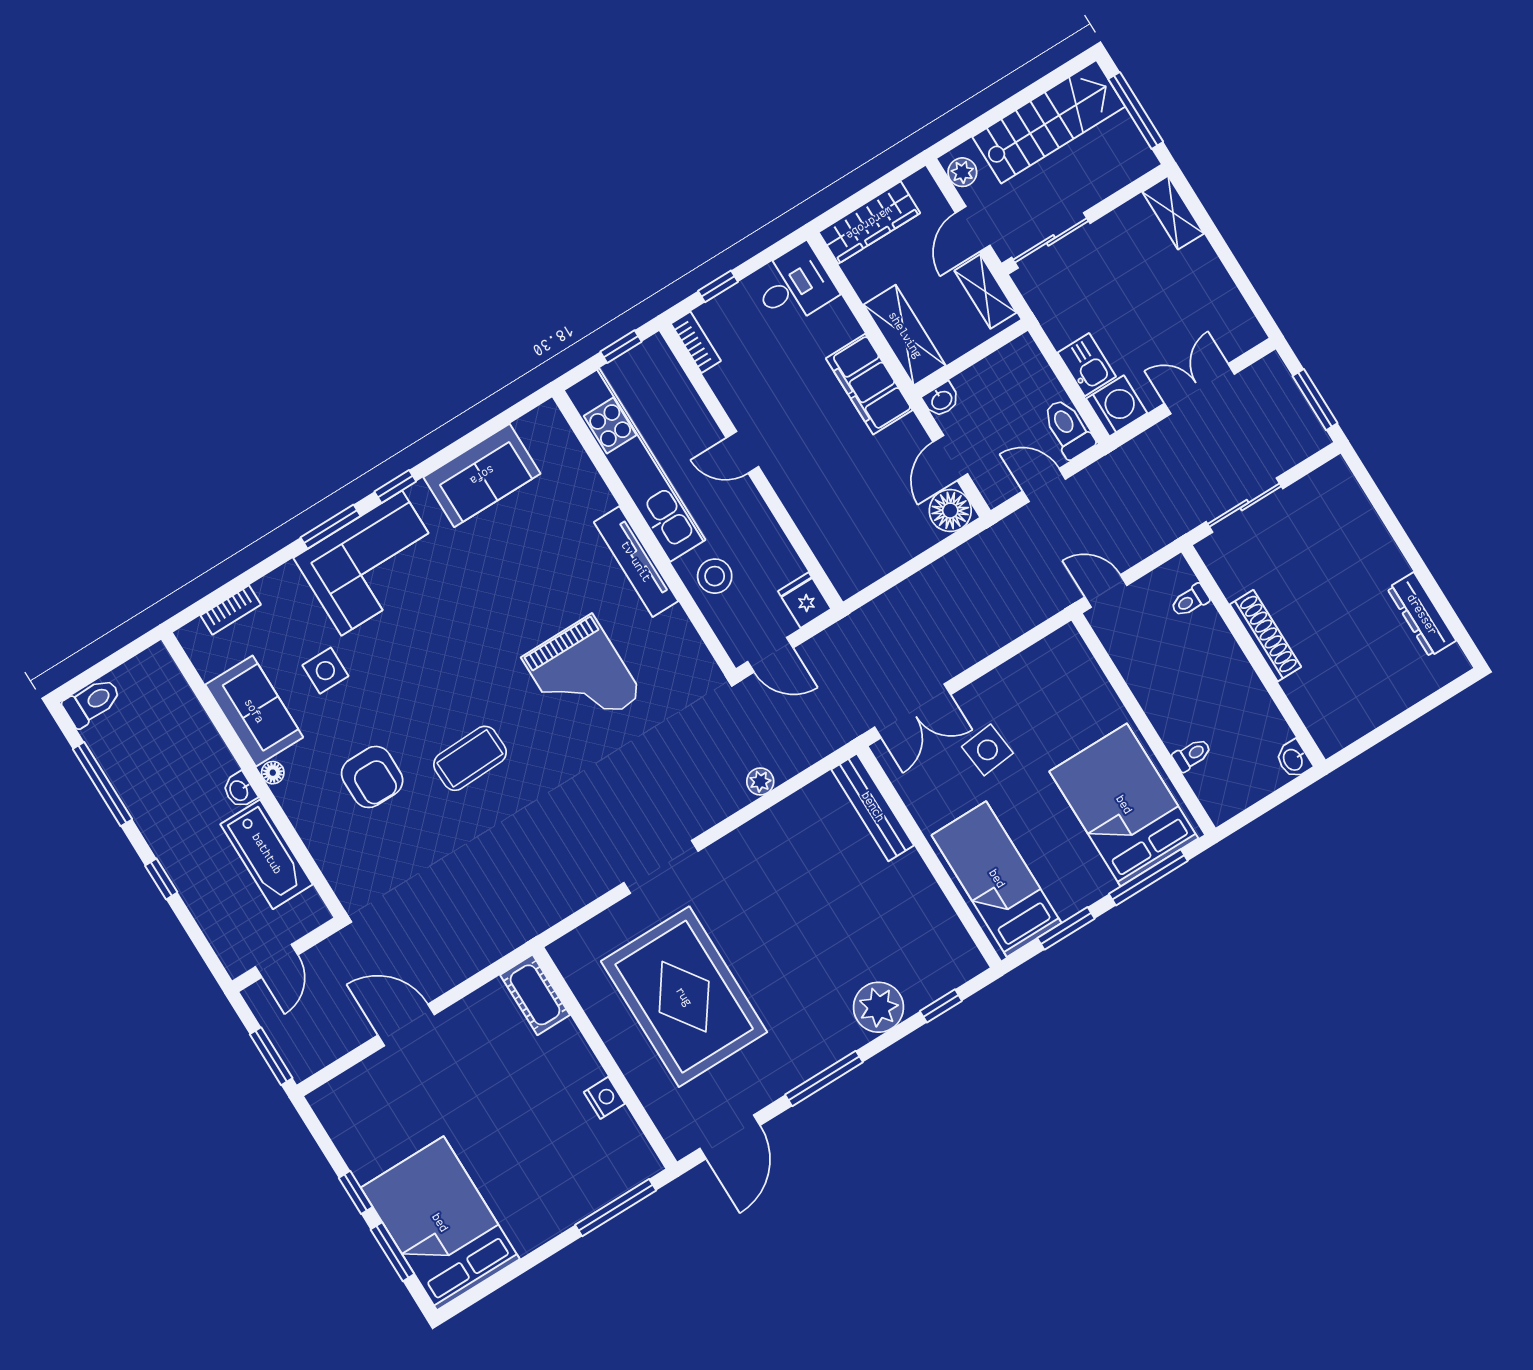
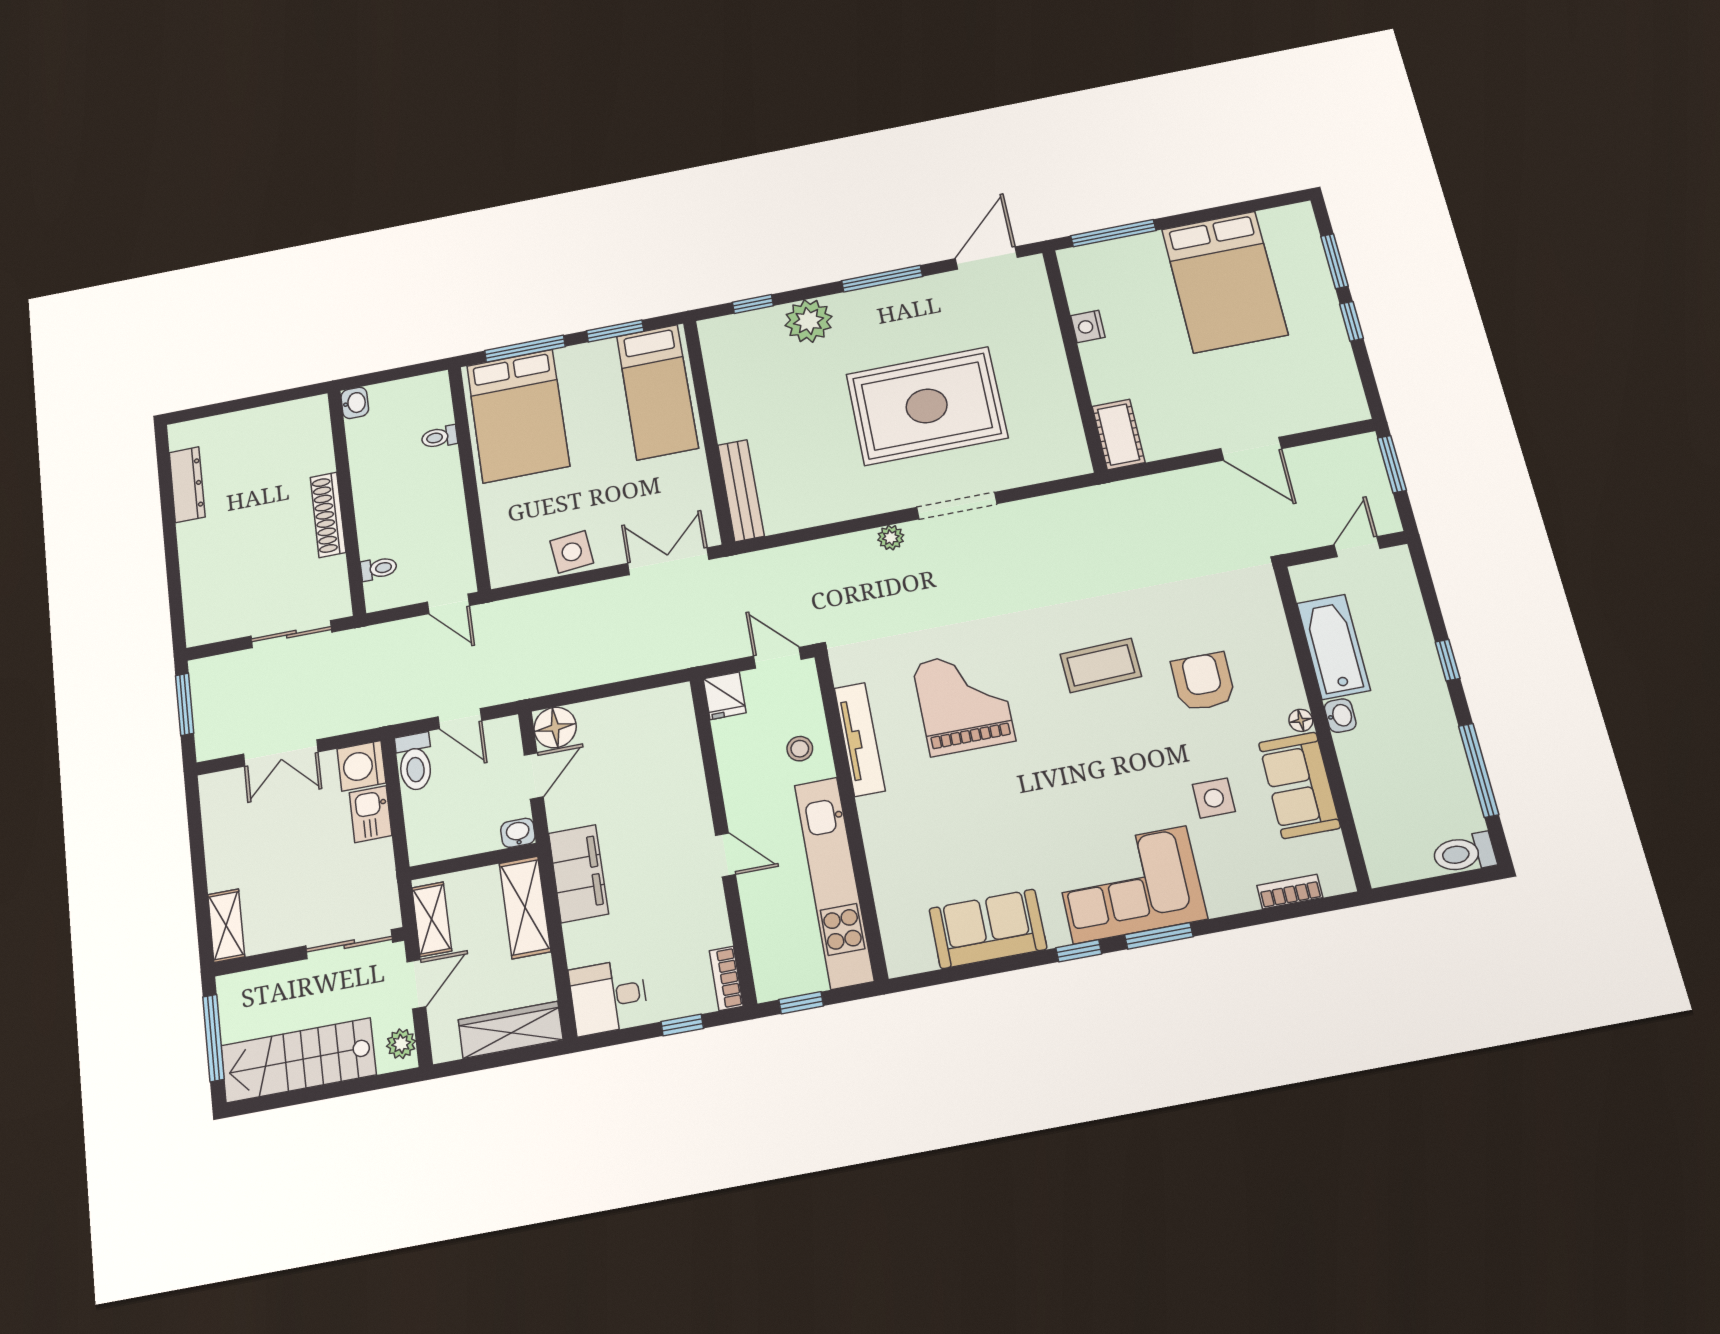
tv unit: (636, 562) -> (860, 739), moved
stool: (715, 576) -> (800, 749), width x0.73, depth x0.73
side table: (987, 750) -> (572, 552), moved
plant: (760, 781) -> (891, 538), moved
rug: (684, 997) -> (927, 406), moved, turned 90
bed: (440, 1223) -> (1224, 282), moved

